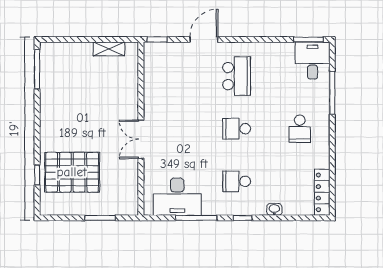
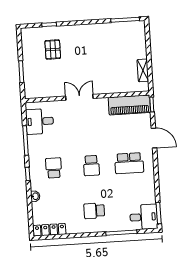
piano: (156, 71) -> (129, 105), added
school desk: (237, 129) -> (91, 166), turned 180
pallet: (72, 172) -> (53, 50), width x0.49, depth x0.50
desk: (177, 197) -> (40, 121), width x0.73

